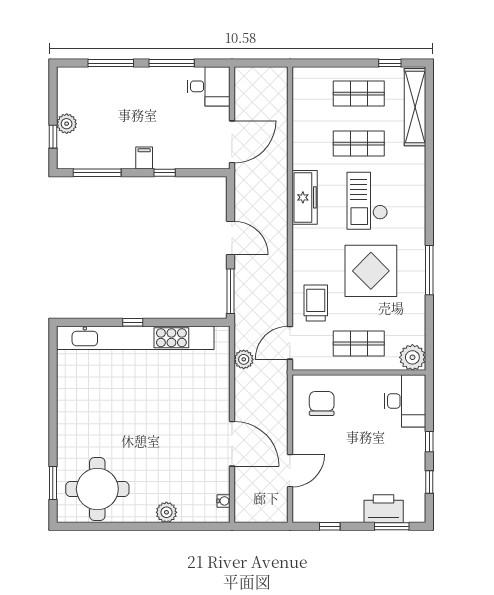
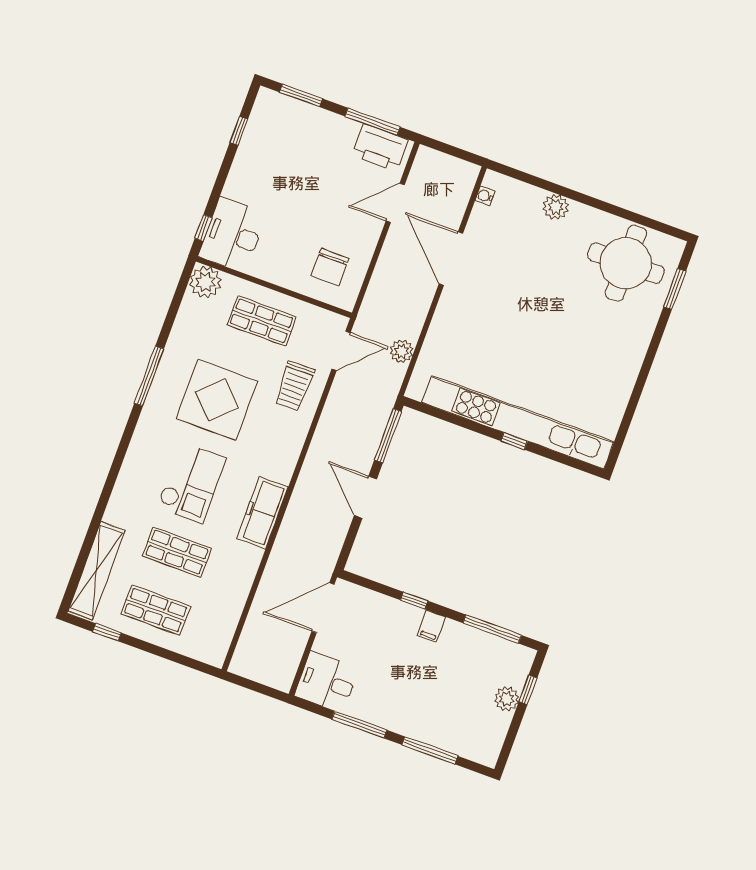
window: (429, 442) -> (203, 228), moved
printer: (384, 509) -> (380, 147), moved
window: (330, 526) -> (373, 122), width x2.17

